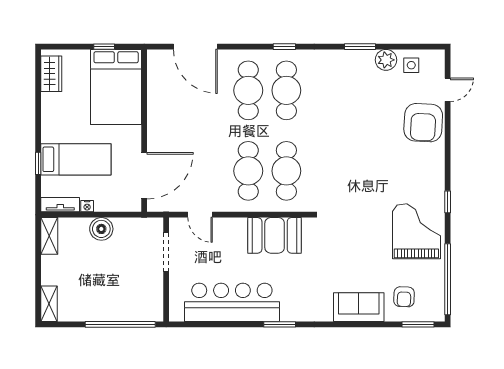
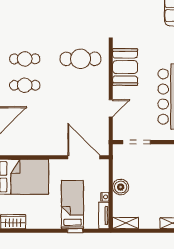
cafe table: (248, 90) -> (25, 85), width x0.73, depth x0.74
cafe table: (286, 90) -> (25, 59), width x0.73, depth x0.74
cafe table: (248, 171) -> (80, 85), removed
door: (200, 215) -> (111, 108), moved

